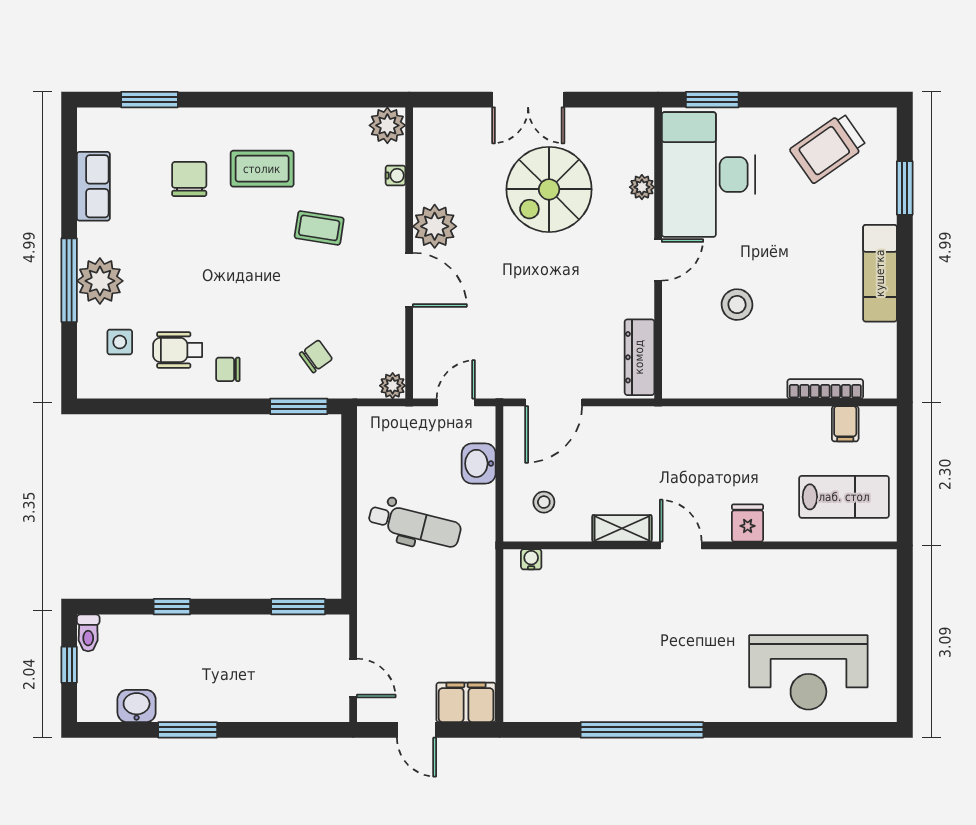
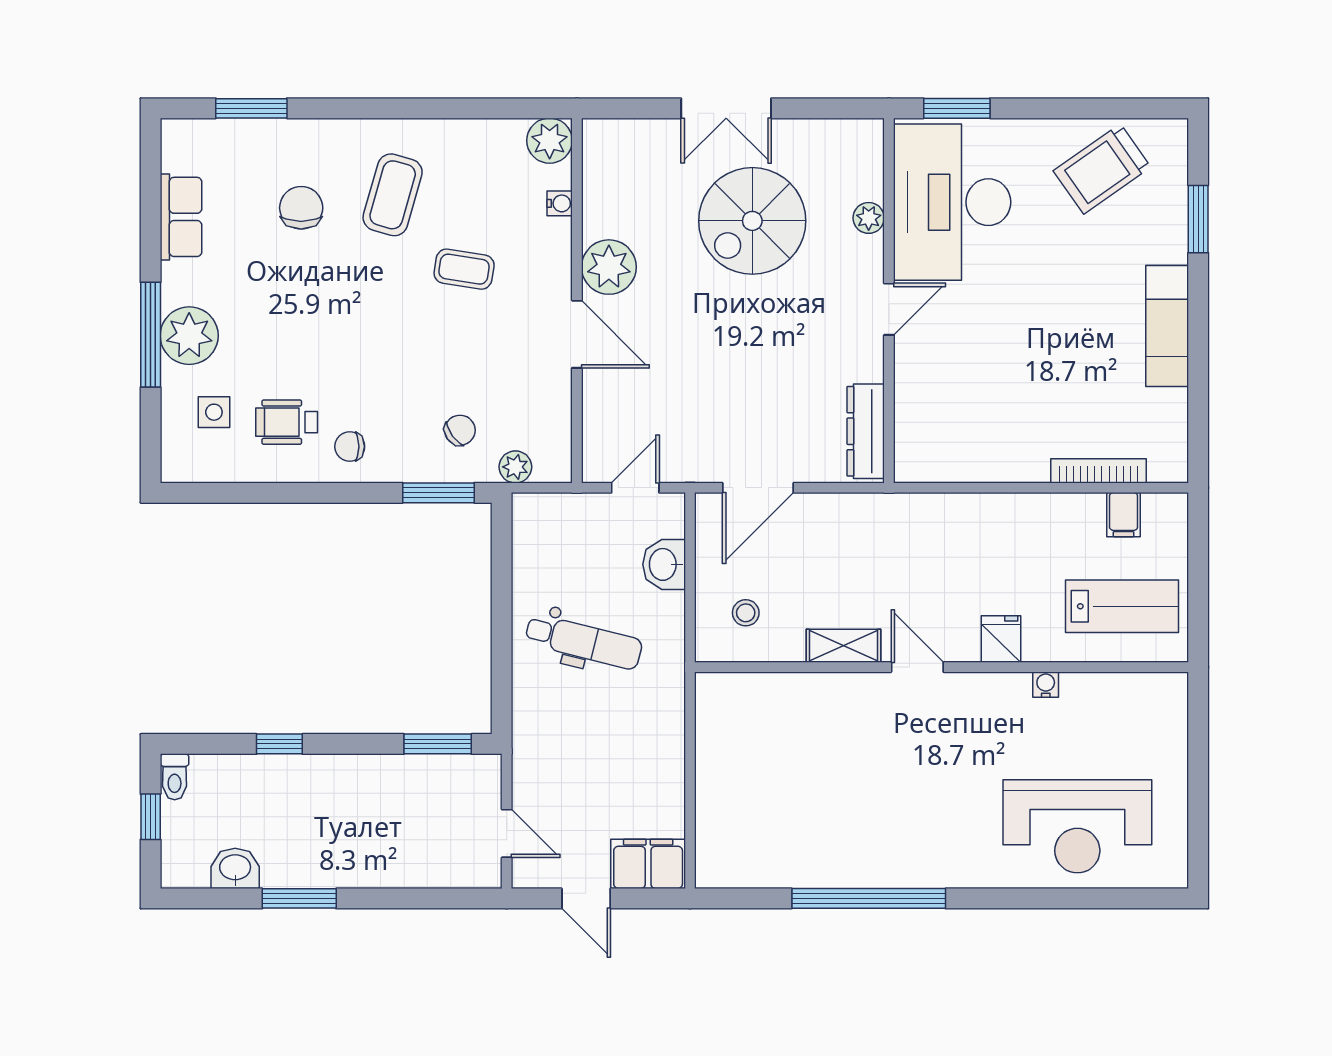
coffee table: (262, 169) -> (393, 195), turned -74
stool: (737, 305) -> (988, 365), removed
plant: (393, 386) -> (515, 467), moved
water cooler: (531, 559) -> (1046, 685), moved

